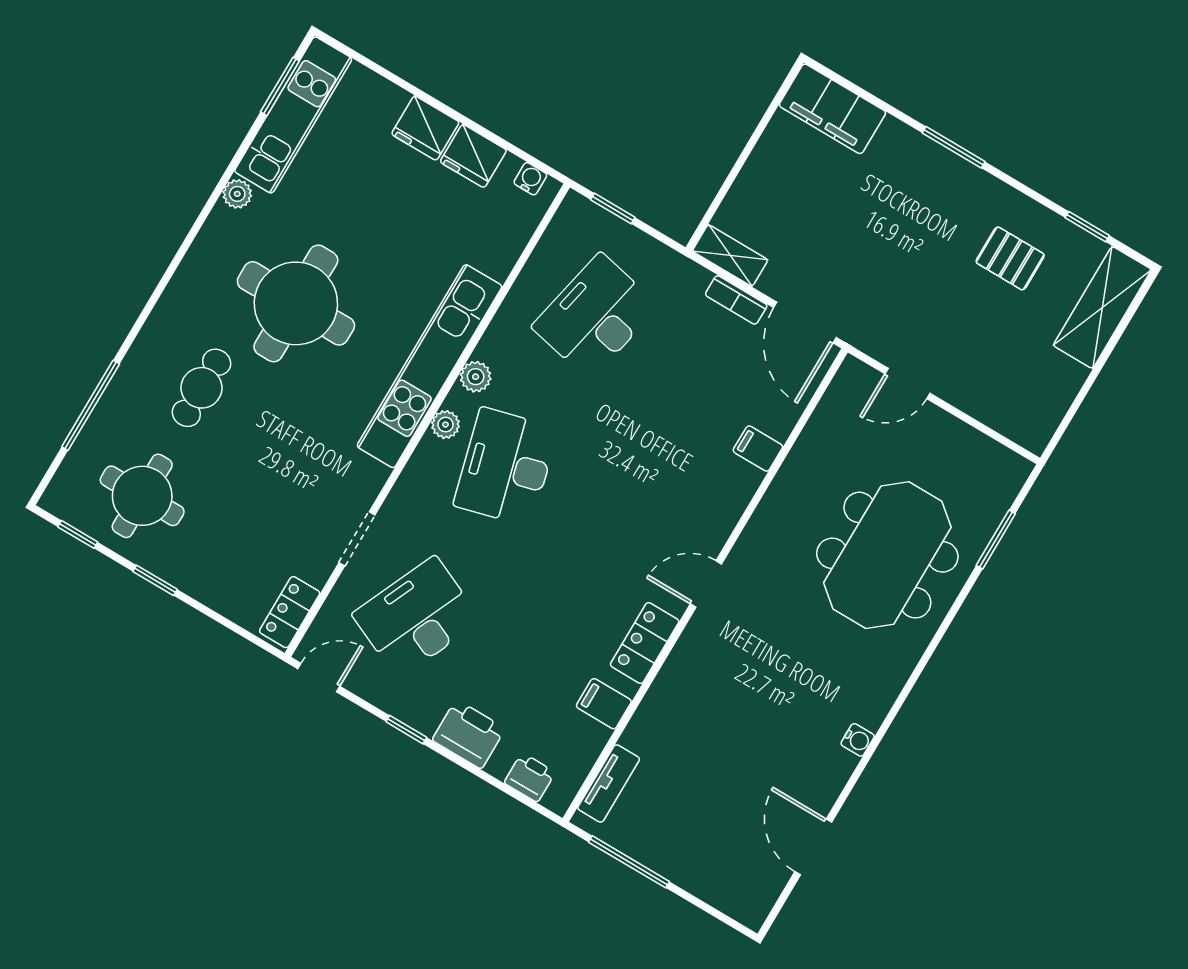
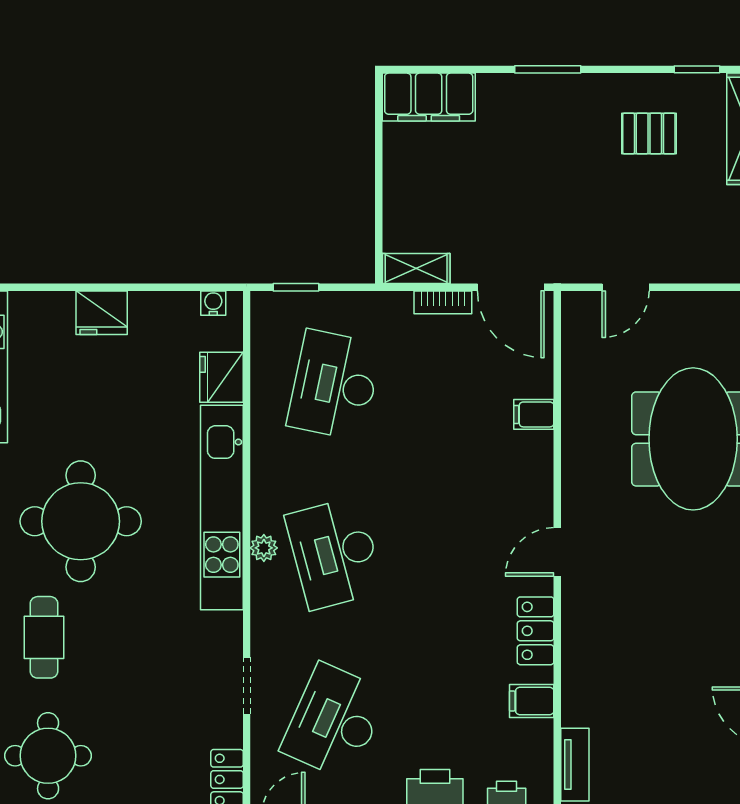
fridge: (473, 156) -> (221, 377), moved, turned 90
plant: (476, 377) -> (265, 494), removed

